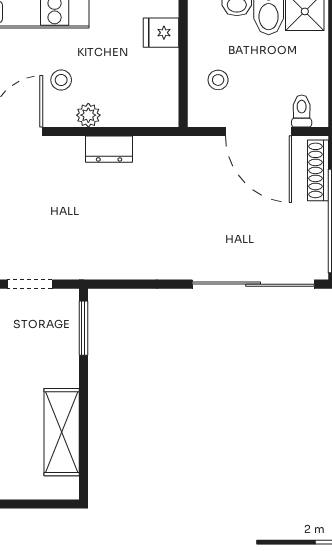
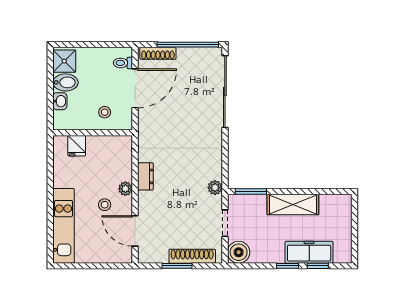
plant: (90, 267) -> (215, 188), added
shelving: (62, 432) -> (293, 204), moved

